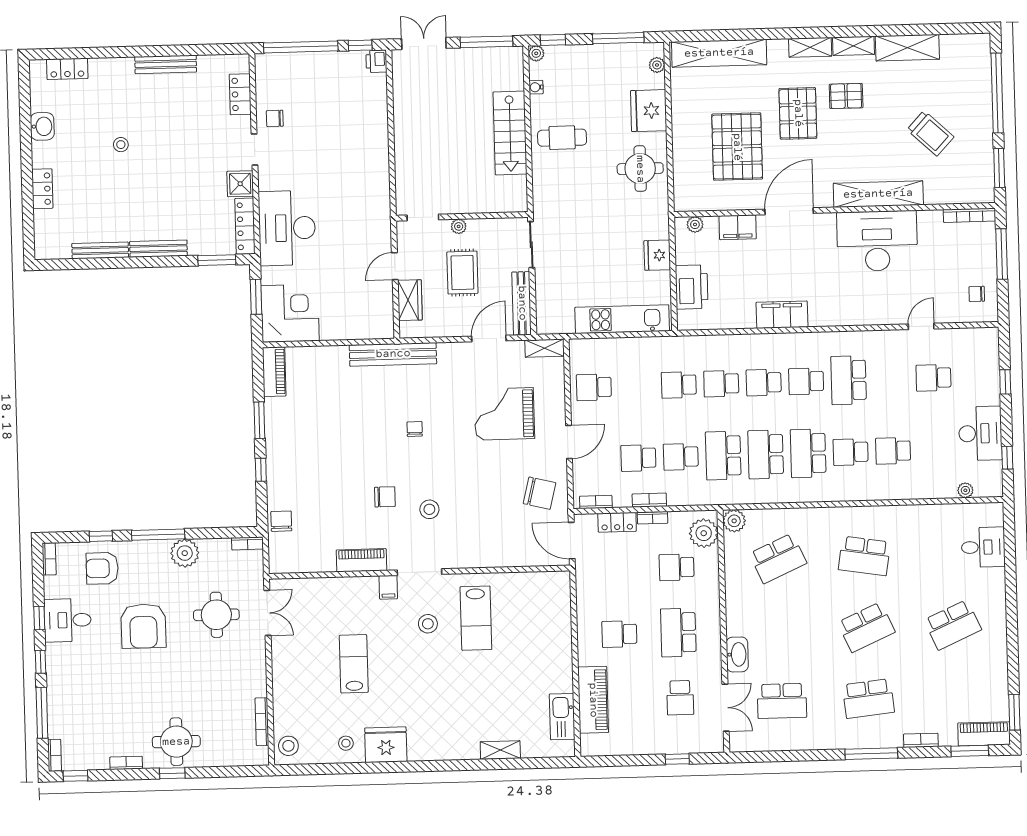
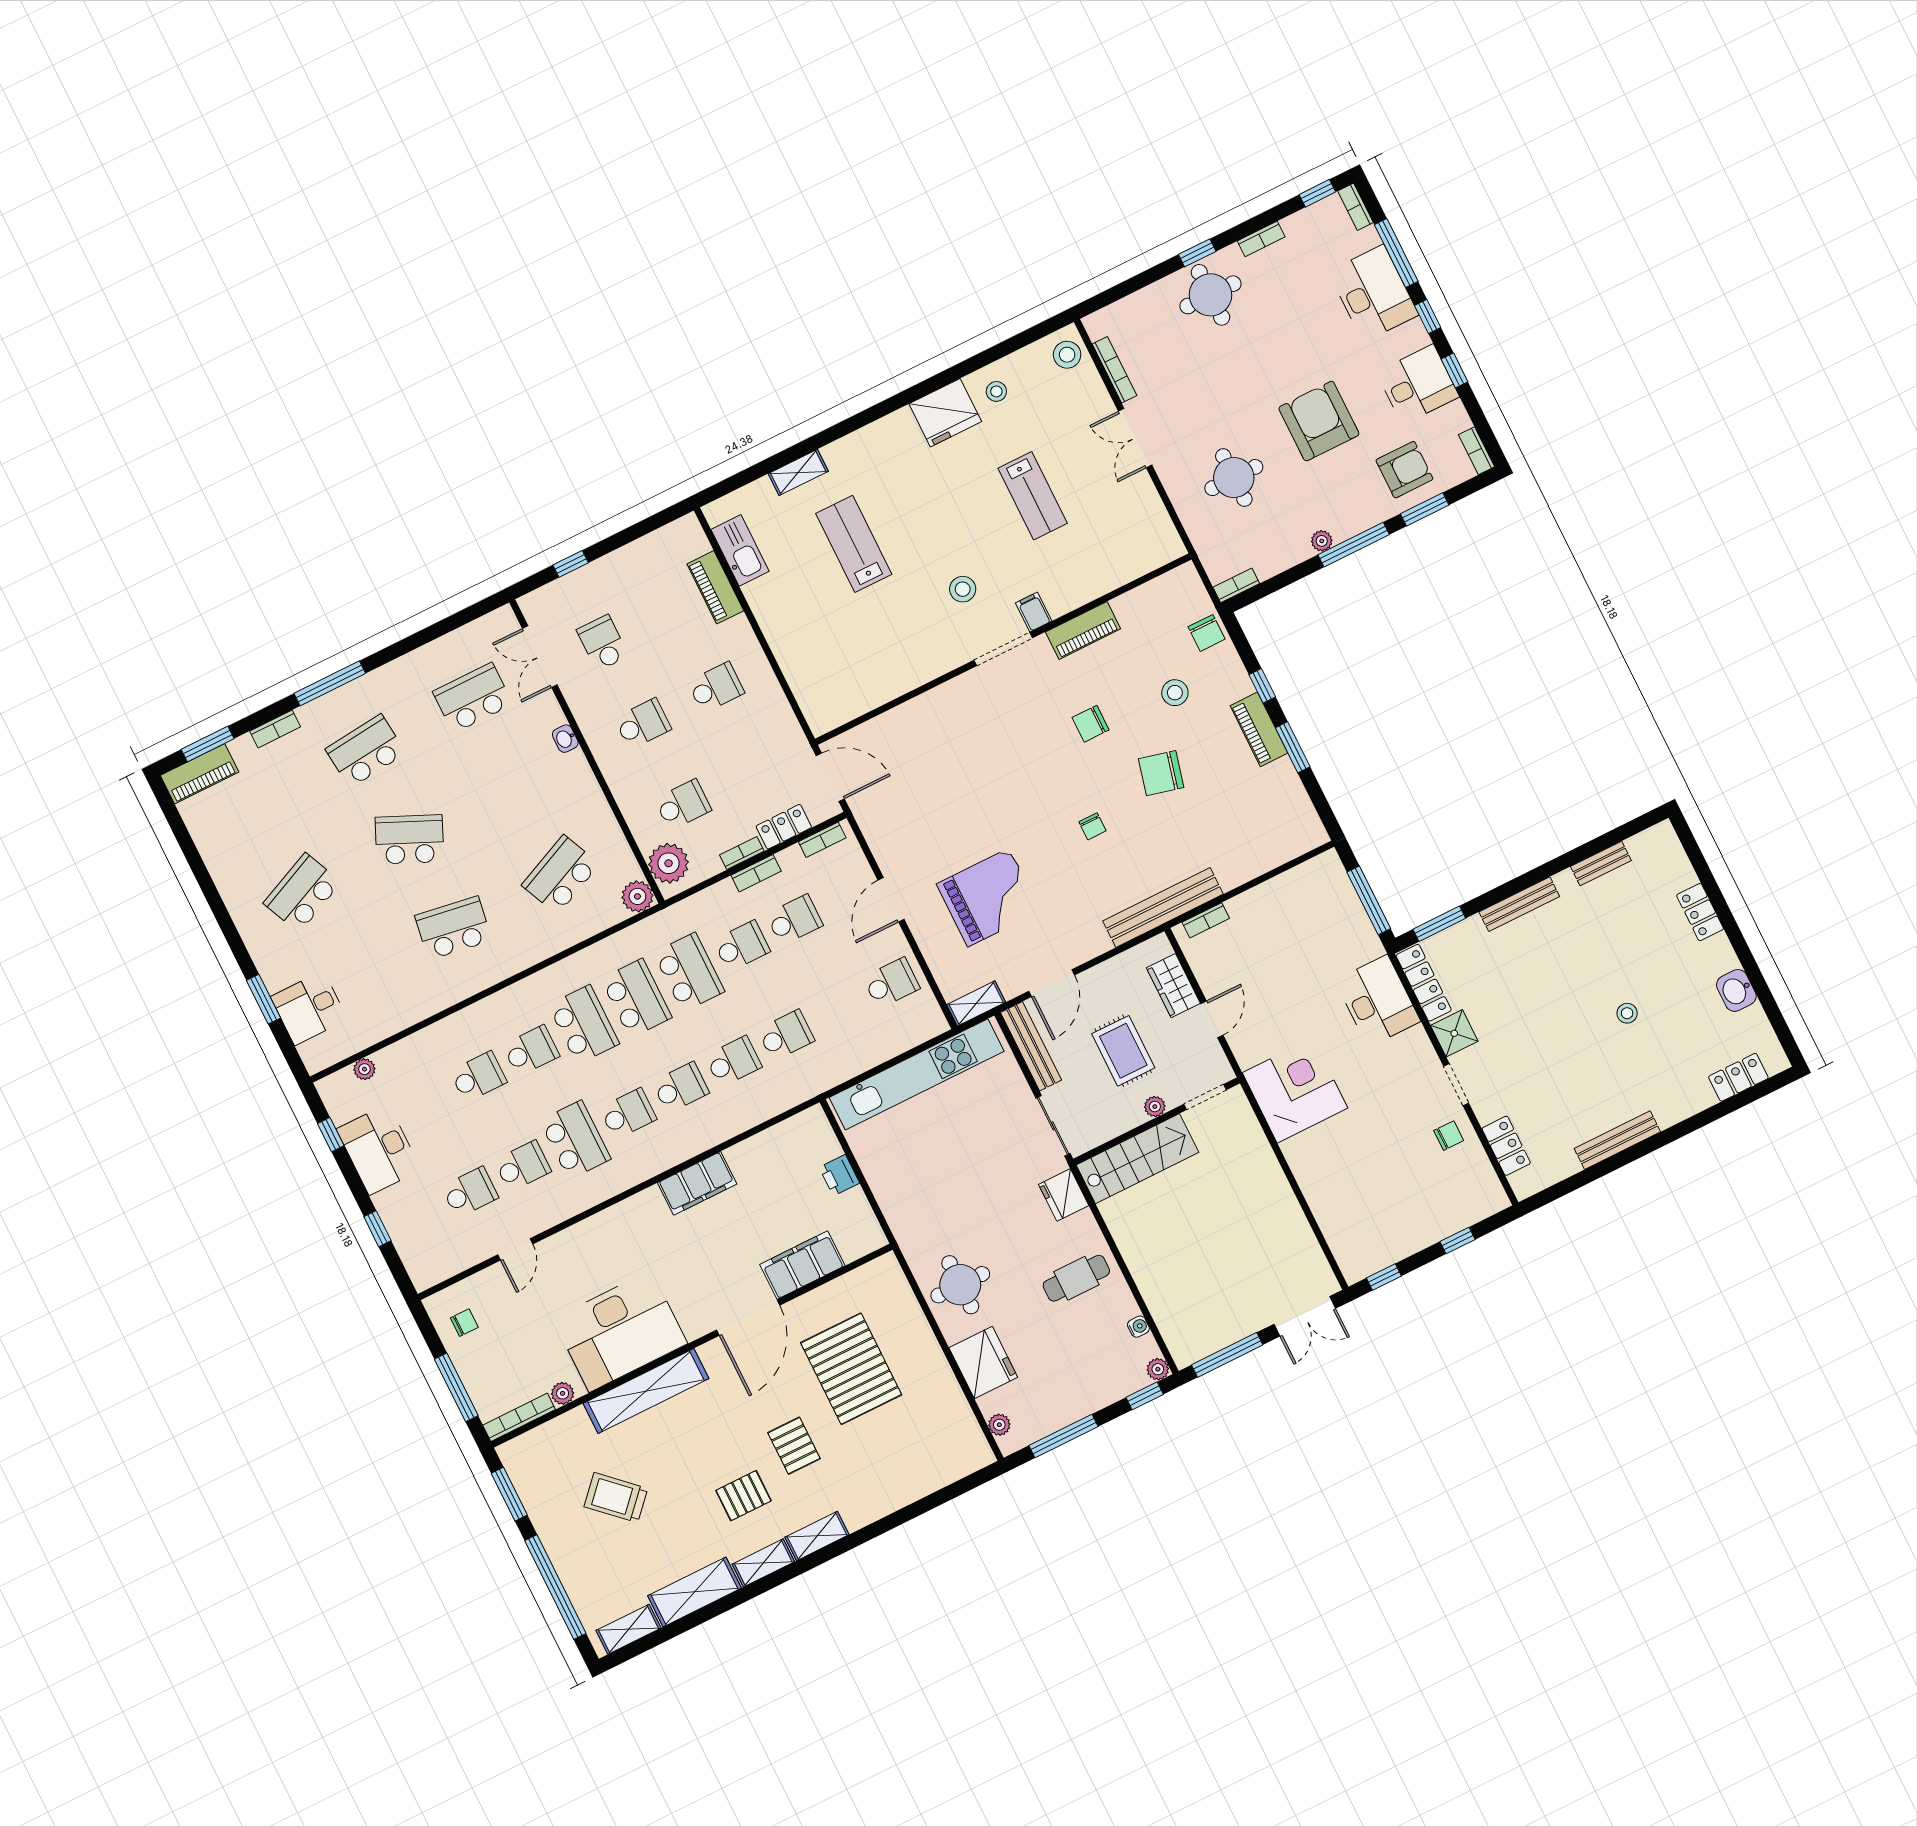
window: (301, 47) -> (1458, 1240), width x0.32
shelving: (719, 53) -> (629, 1629), moved, width x0.45, depth x0.75
printer: (376, 61) -> (1354, 1267), removed
pallet: (798, 113) -> (794, 1446), width x0.67, depth x0.71
stairs: (510, 133) -> (1137, 1159), moved, turned 90
plant: (695, 224) -> (563, 1393), moved
filing cabinet: (738, 227) -> (802, 1265), width x1.50, depth x1.17
desk: (287, 228) -> (1378, 1001), width x0.73, depth x0.77
bench: (100, 250) -> (1601, 864), width x0.73
fridge: (657, 255) -> (1064, 1195), moved, turned 180
printer: (692, 287) -> (839, 1175), width x0.53, depth x0.68
window: (256, 297) -> (1369, 900), width x1.44
corner desk: (290, 313) -> (1295, 1090), moved, turned 180
kitchen unit: (622, 319) -> (917, 1074), width x1.36
bookcase: (369, 333) -> (1206, 920), added
piano: (274, 372) -> (1259, 729), moved
school desk: (891, 379) -> (523, 1166), added
chair: (540, 493) -> (1161, 773), moved
stool: (429, 509) -> (1175, 693), moved
window: (101, 536) -> (1425, 509), width x1.50
plant: (185, 553) -> (1322, 541), width x0.53, depth x0.53
double door: (267, 613) -> (1135, 438), moved
lab bench: (476, 618) -> (854, 544), moved
school desk: (866, 627) -> (409, 839), turned 48
school desk: (678, 632) -> (643, 724), width x0.54
washbasin: (737, 654) -> (565, 739), width x0.52, depth x0.69
desk: (69, 693) -> (1373, 293), added
piano: (593, 700) -> (715, 587), width x0.73, depth x0.75
window: (1014, 712) -> (264, 999), moved

